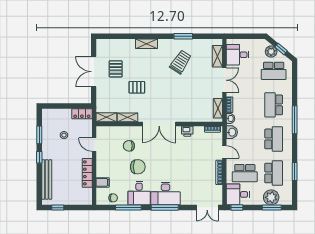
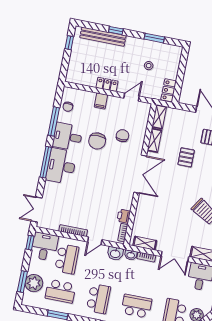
double door: (159, 124) -> (140, 174), swing flipped
printer: (187, 131) -> (124, 216), moved
school desk: (274, 139) -> (98, 299), turned -90
window: (39, 157) -> (116, 30), moved
locker: (87, 173) -> (107, 84), width x0.66
school desk: (245, 173) -> (67, 259), turned 180
filing cabinet: (103, 182) -> (101, 101), moved

